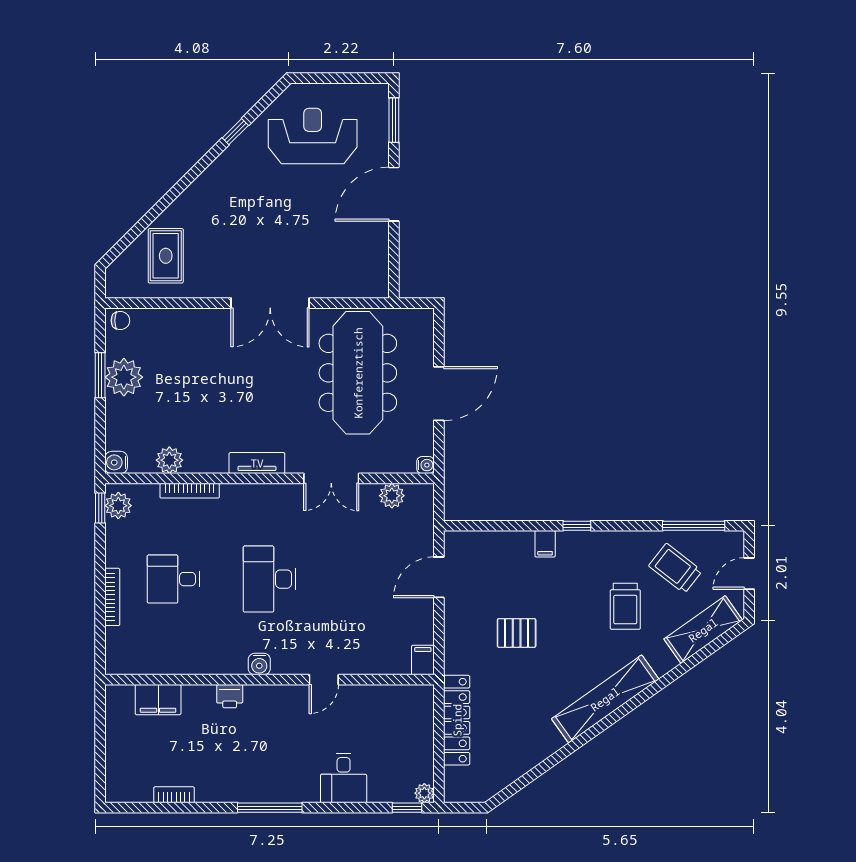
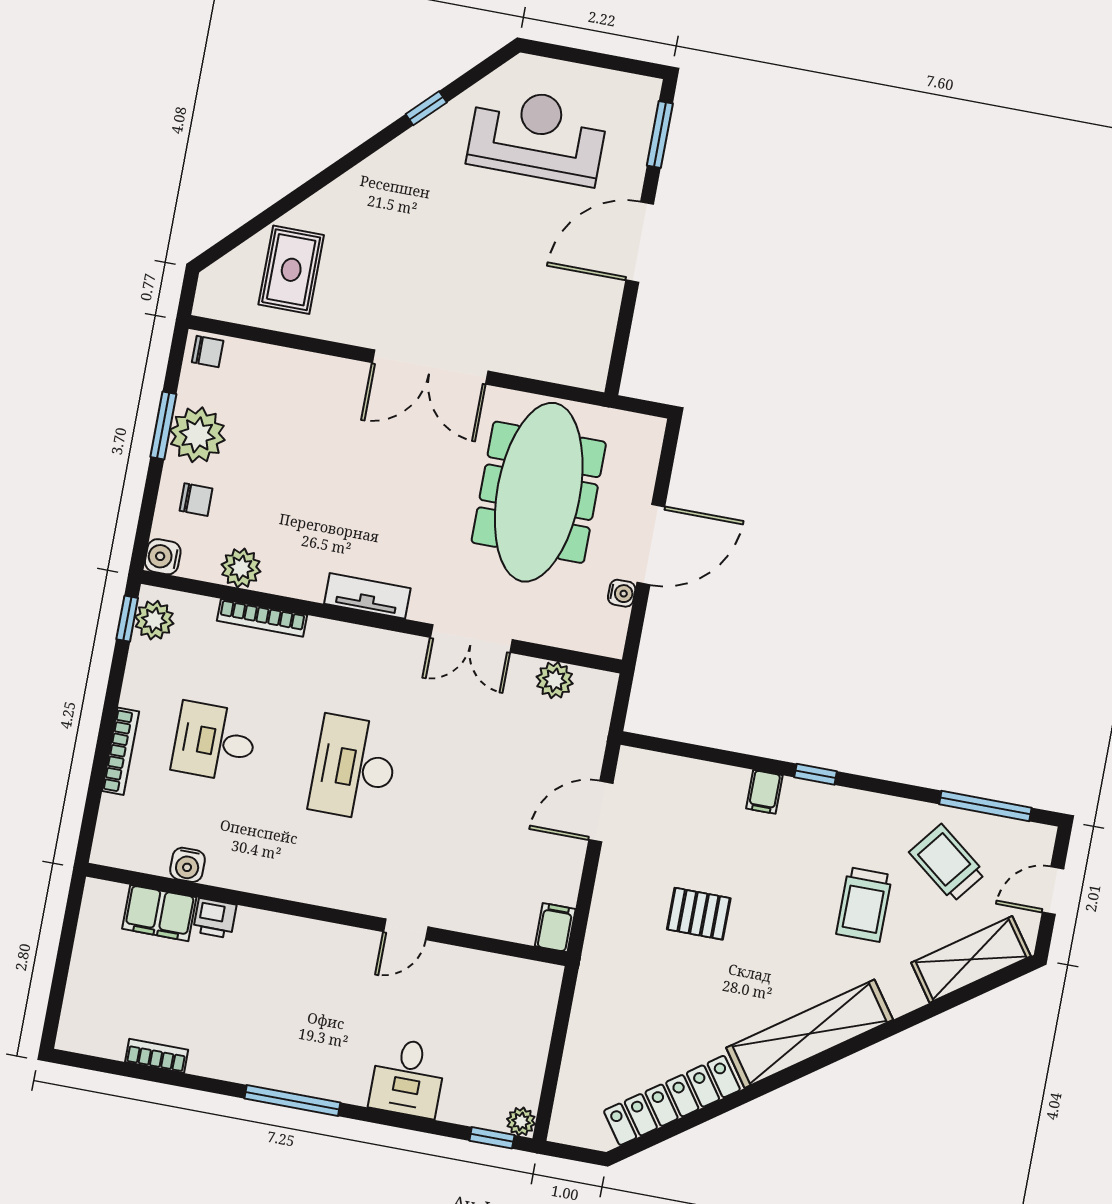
chair: (131, 420) -> (196, 500), added
water cooler: (426, 465) -> (622, 593), moved
water cooler: (259, 664) -> (188, 865), moved
printer: (230, 696) -> (215, 918), moved
locker: (457, 720) -> (672, 1100), moved, turned -125

